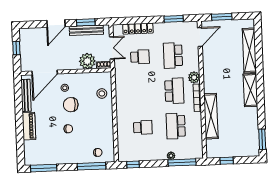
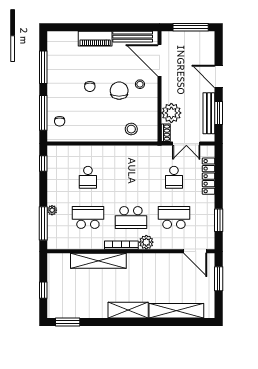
window: (16, 48) -> (191, 27), width x2.17
window: (227, 161) -> (43, 290), moved
window: (44, 168) -> (43, 67), moved

